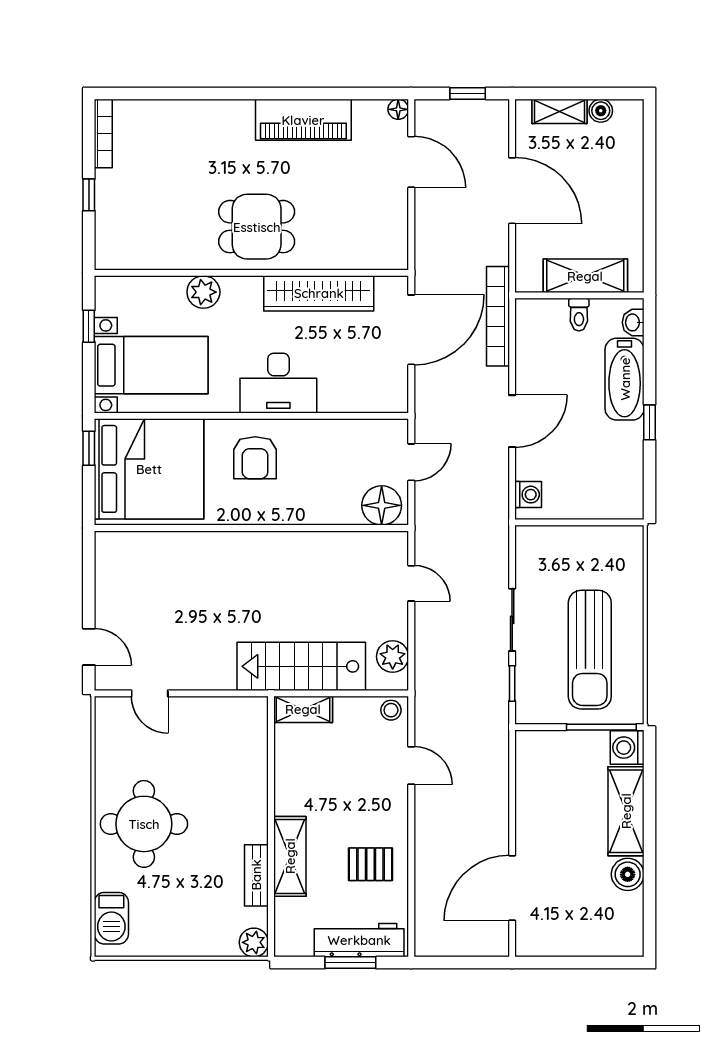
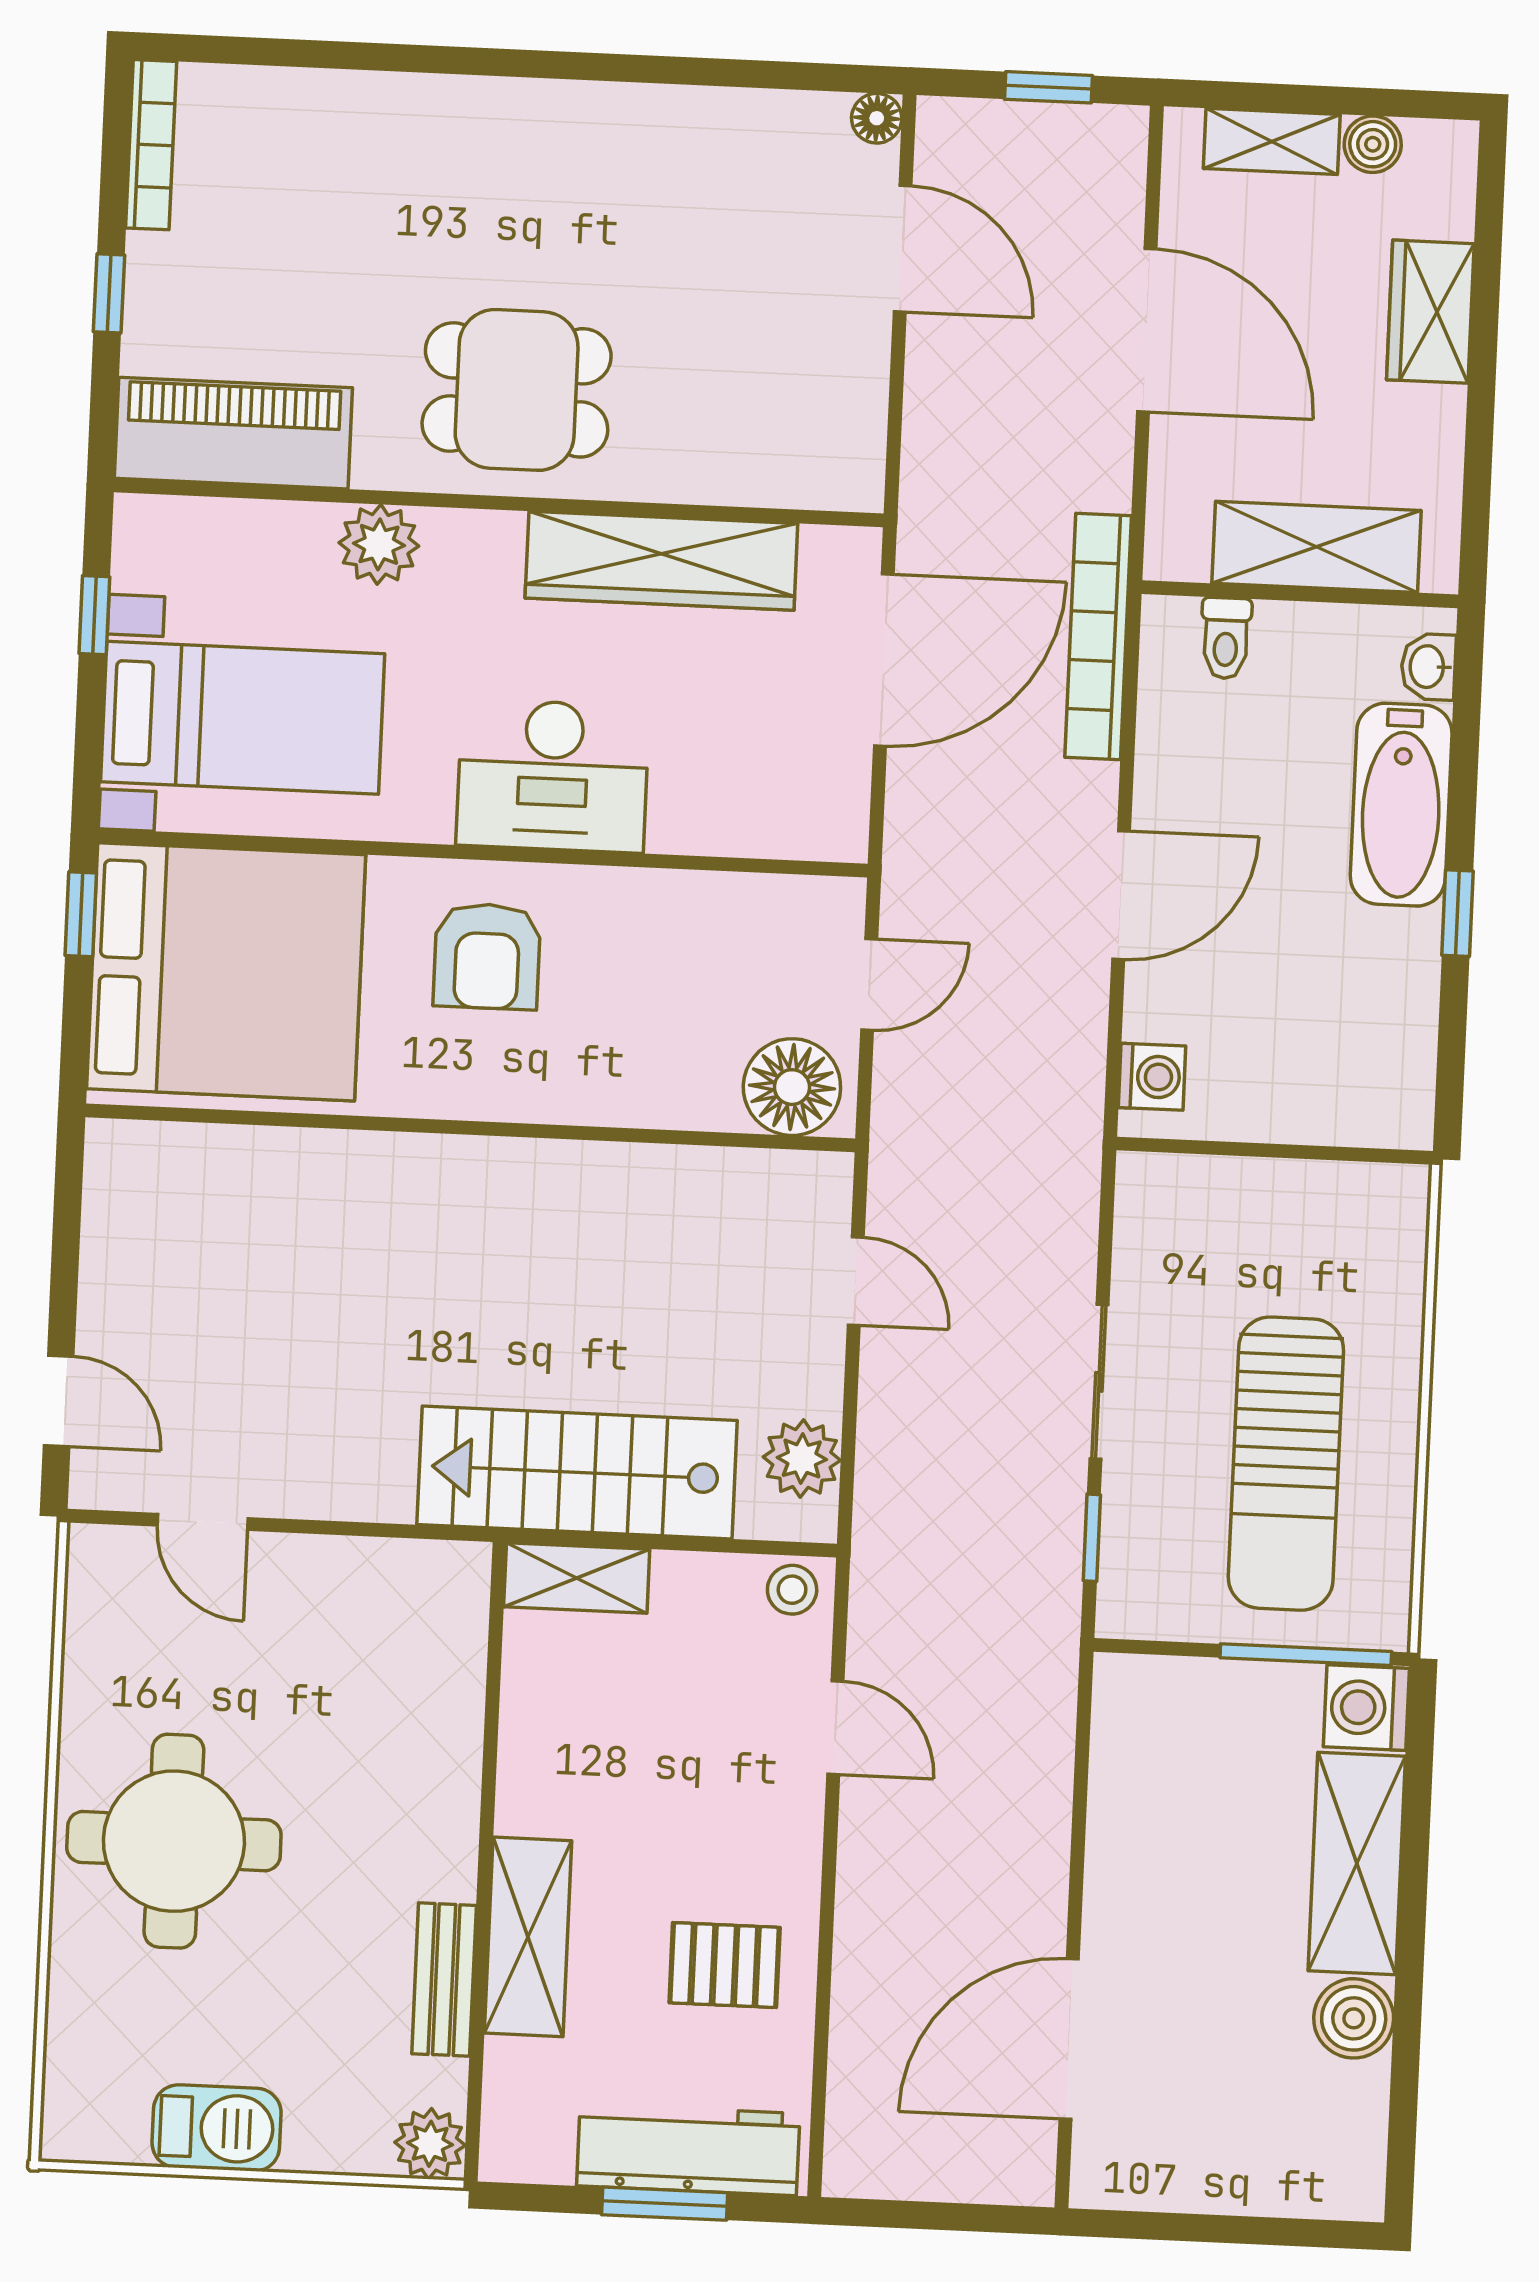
piano: (303, 120) -> (233, 433), moved, turned 180
wardrobe: (627, 178) -> (1430, 312), added
toilet: (579, 315) -> (1226, 638), moved
barbecue: (111, 918) -> (217, 2128), moved, turned -90

